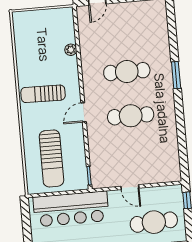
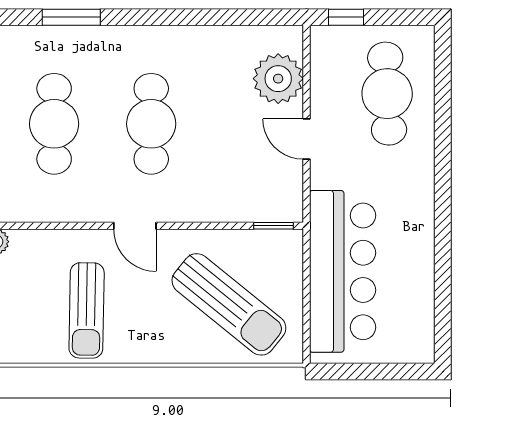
sun lounger: (51, 158) -> (229, 304), turned 39
plant: (156, 172) -> (278, 79), added
door: (130, 187) -> (306, 139), swing flipped

